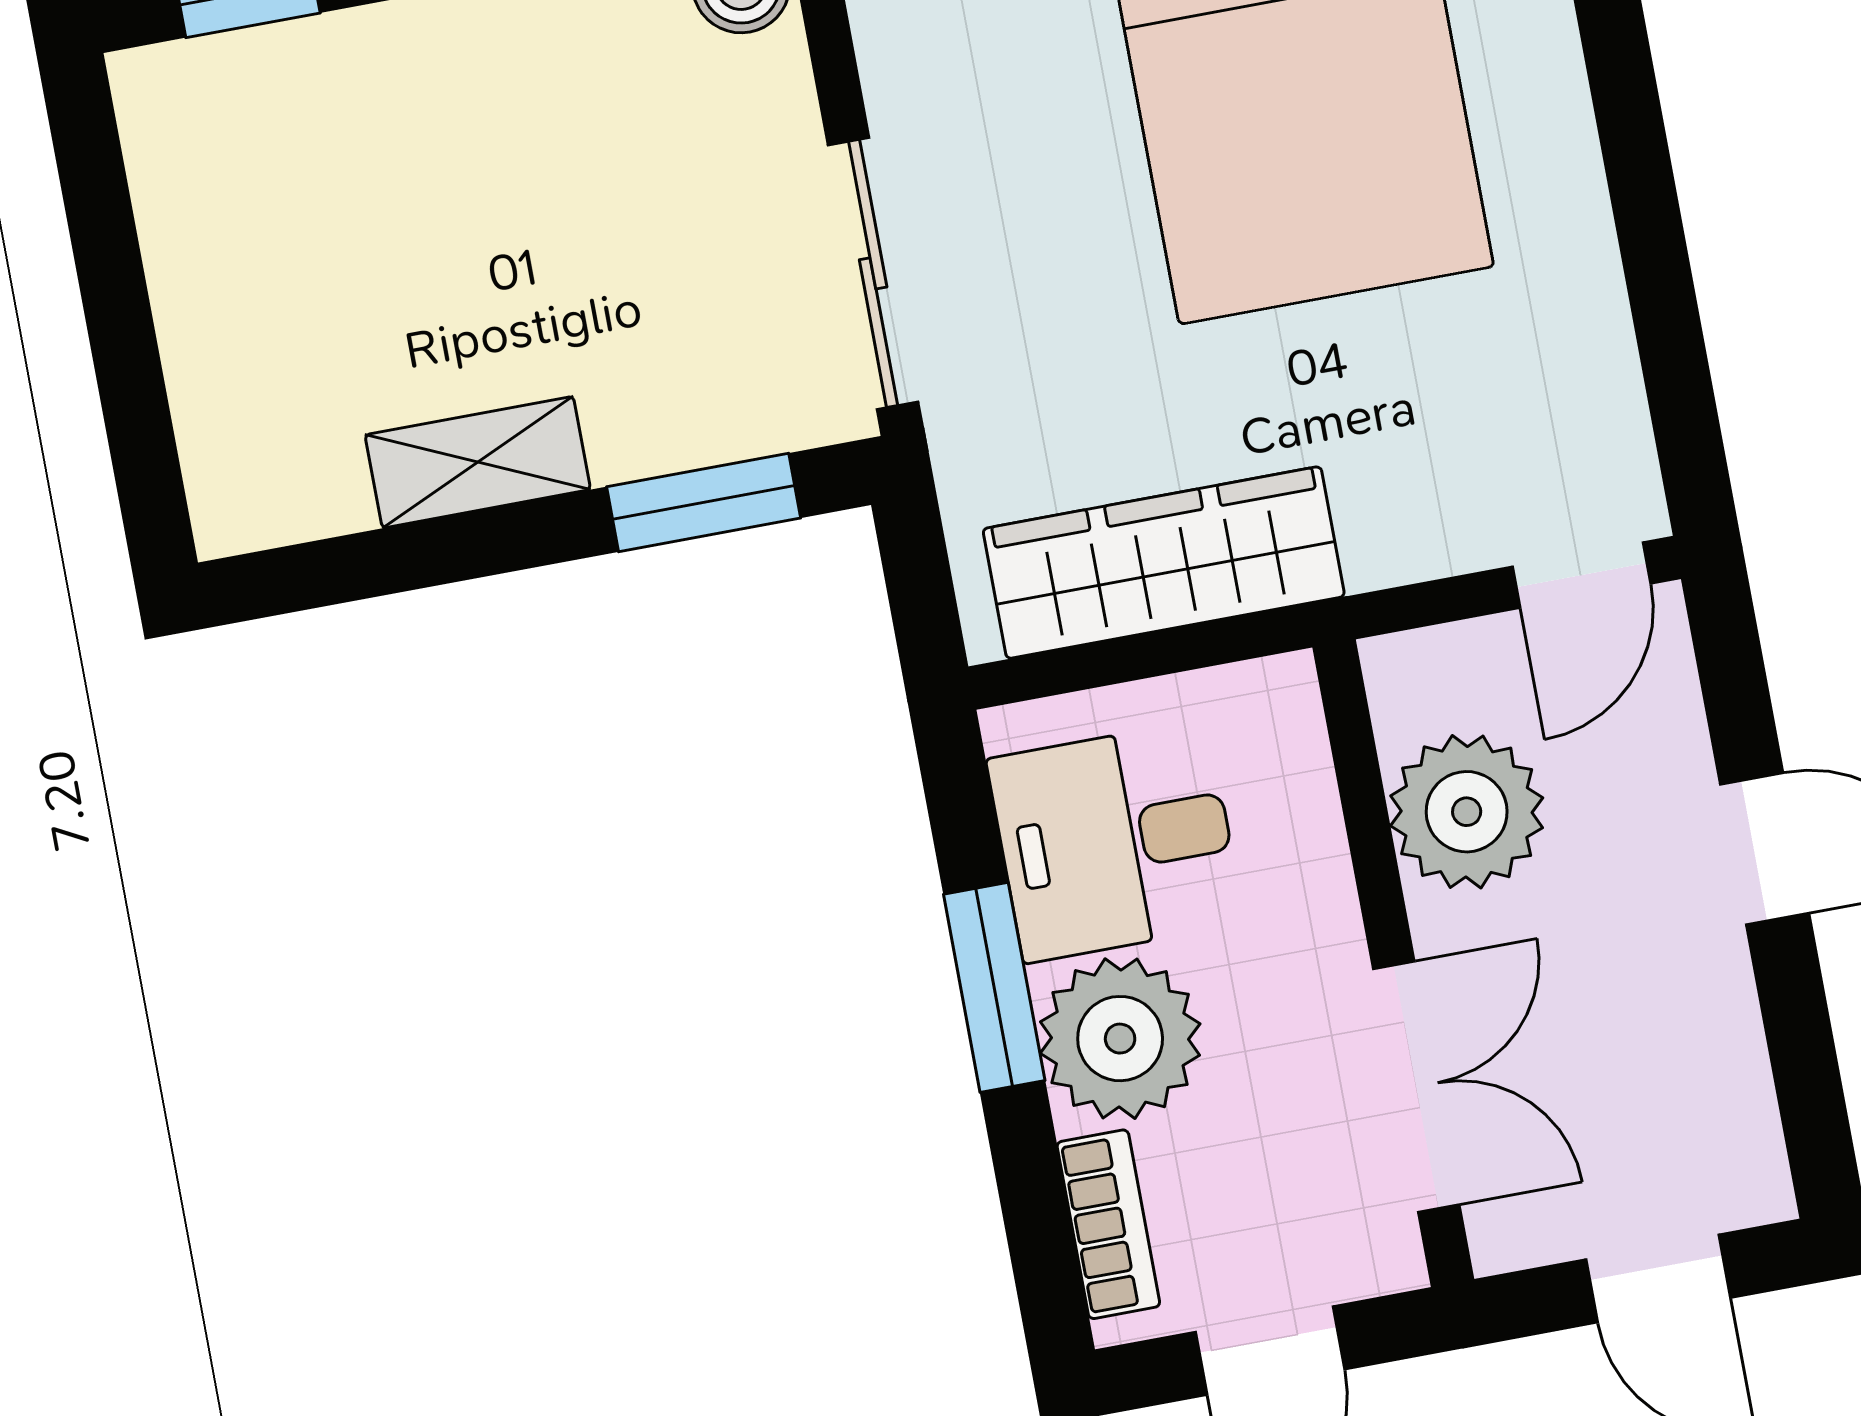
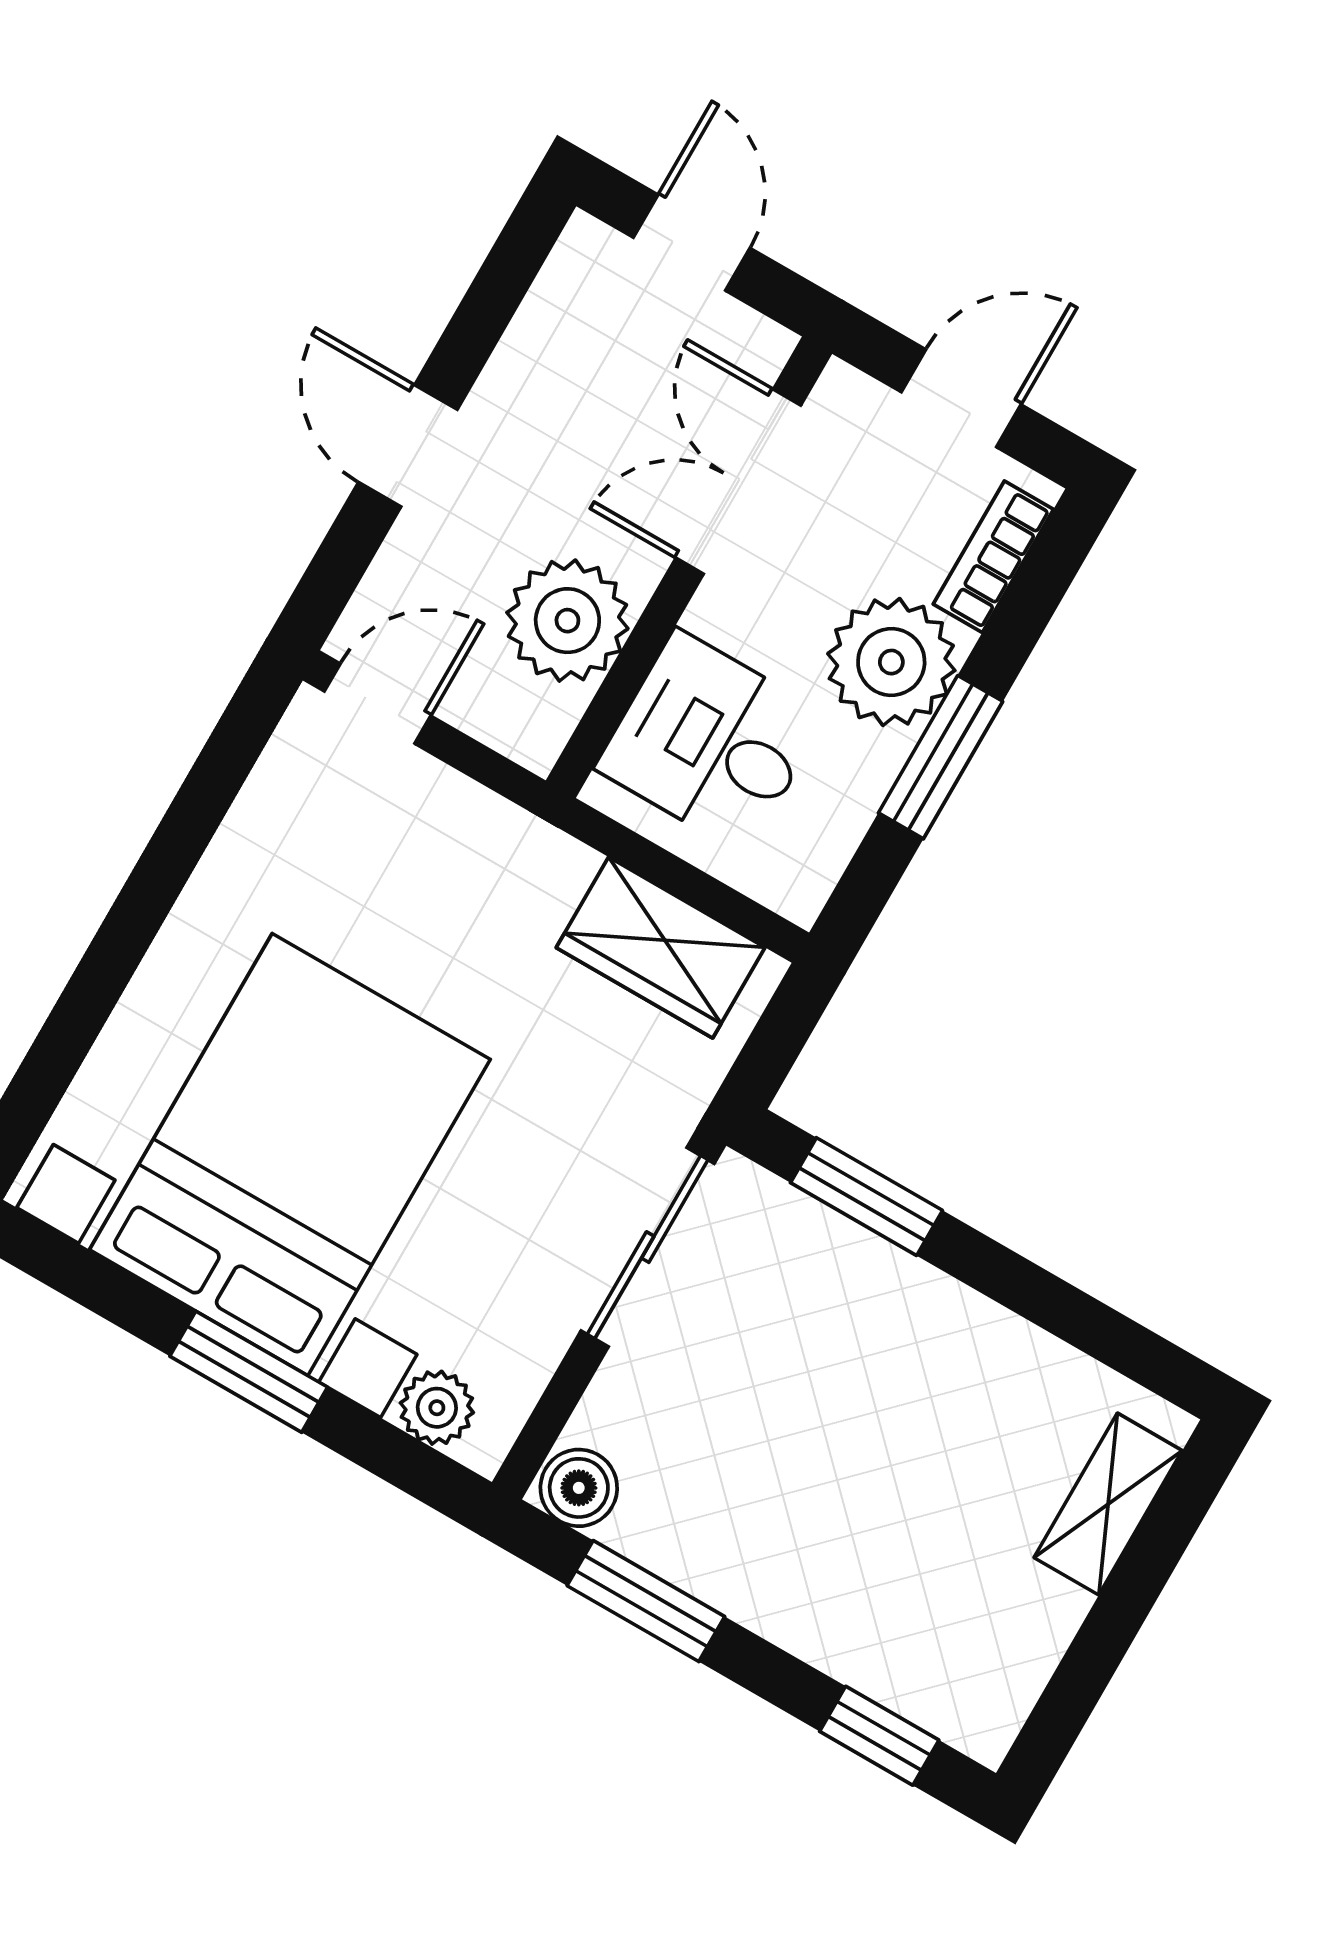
shelving: (478, 462) -> (1108, 1504), moved, turned 90
wardrobe: (1164, 563) -> (661, 948), width x0.67
desk: (1115, 841) -> (711, 742), moved, turned 180

